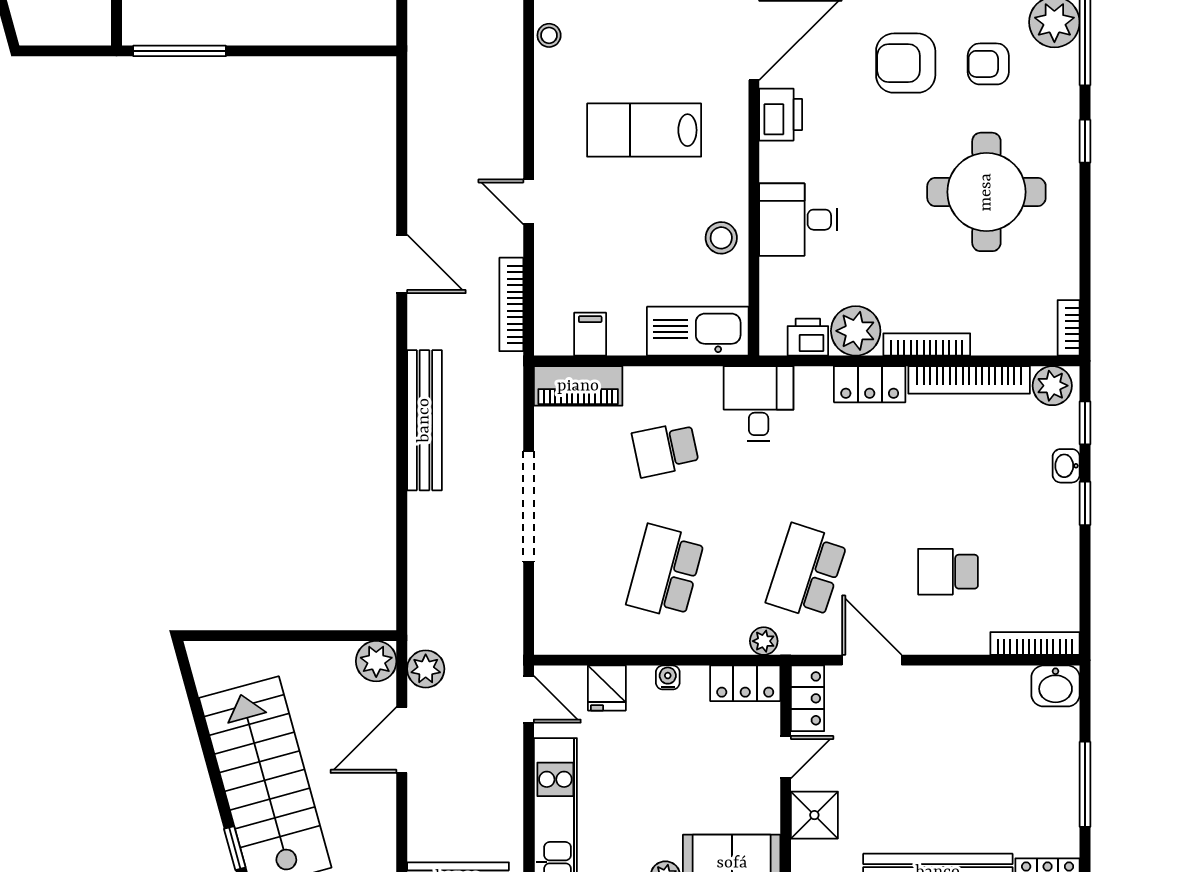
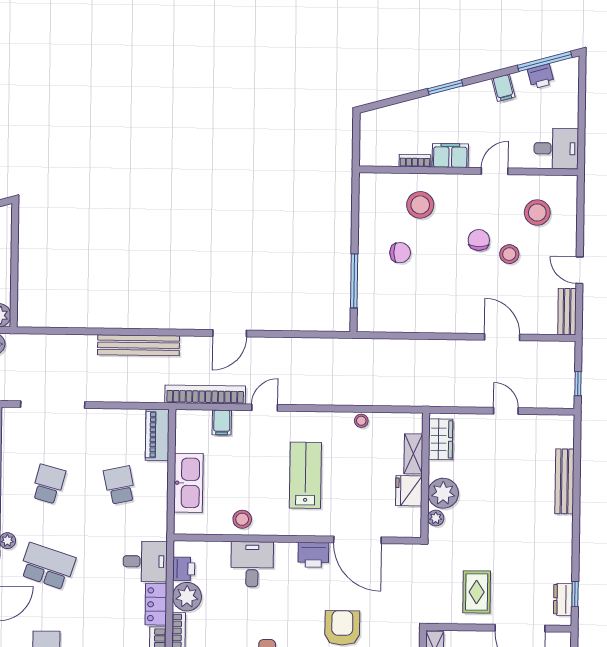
window: (180, 51) -> (354, 281), moved
bookcase: (511, 304) -> (205, 394), width x1.48, depth x1.31
kitchen sink: (698, 331) -> (188, 483), moved
filing cabinet: (590, 334) -> (222, 422), moved, turned 90
desk: (759, 404) -> (145, 561), moved
doorway: (529, 506) -> (53, 405), moved
school desk: (666, 572) -> (49, 484), width x0.54

